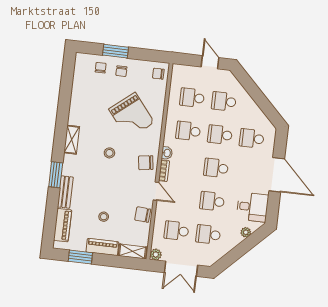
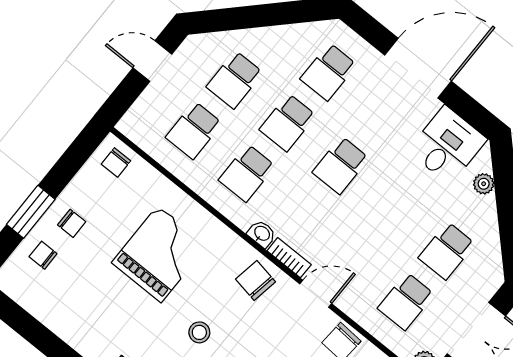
grand piano: (132, 116) -> (159, 254), turned -51
chair: (146, 163) -> (256, 280), turned 108
school desk: (212, 201) -> (394, 208), removed

